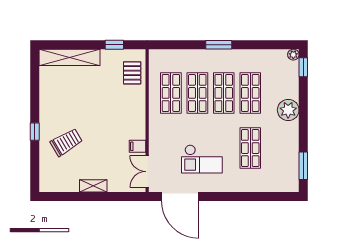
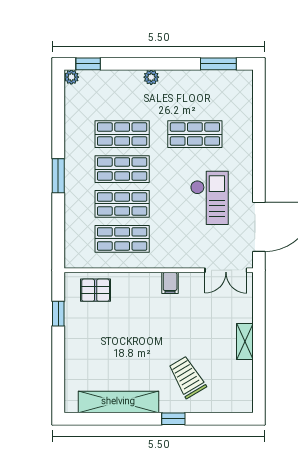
shelving: (70, 57) -> (118, 402), moved, turned 90
plant: (288, 110) -> (151, 77), width x0.53, depth x0.53
filing cabinet: (138, 146) -> (170, 283), moved

